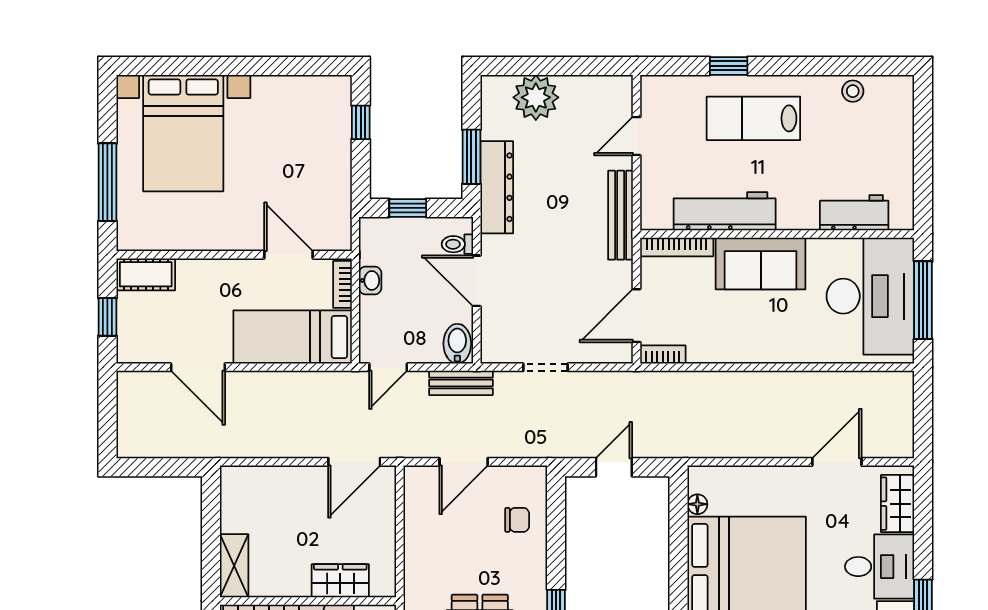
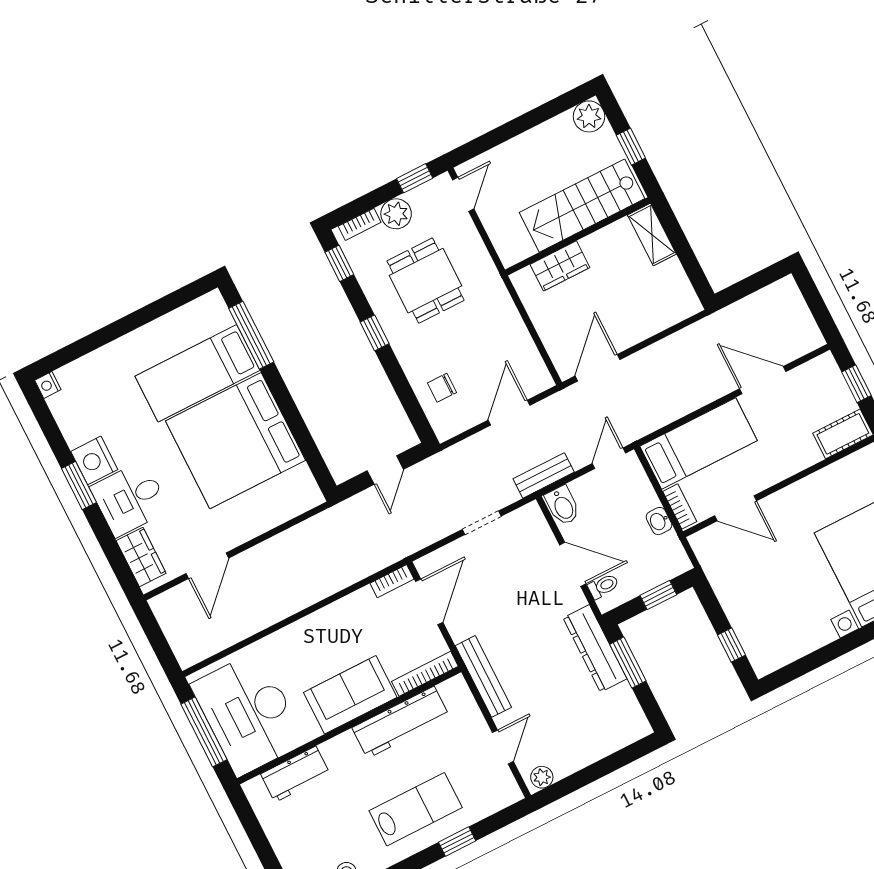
plant: (536, 97) -> (542, 777), moved, width x0.53, depth x0.53
floor lamp: (697, 504) -> (303, 474), removed

